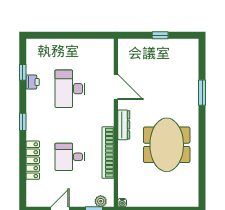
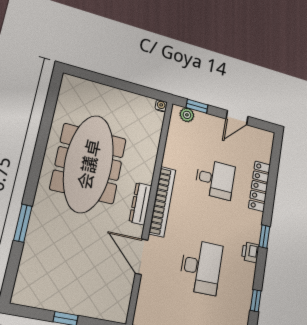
printer: (33, 82) -> (250, 252), moved
meeting table: (167, 145) -> (89, 164), width x1.36
bookcase: (108, 153) -> (162, 202), moved

